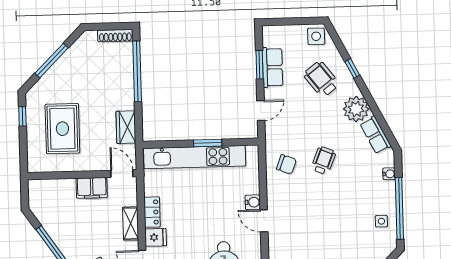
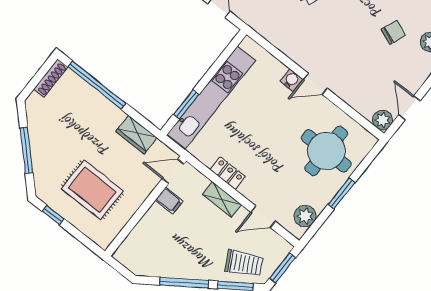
window: (208, 143) -> (186, 104), moved
chair: (286, 164) -> (393, 32), moved
filing cabinet: (92, 188) -> (169, 201), width x0.50
fridge: (156, 237) -> (252, 188), removed

